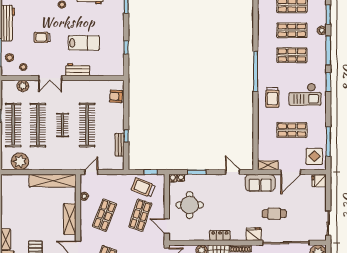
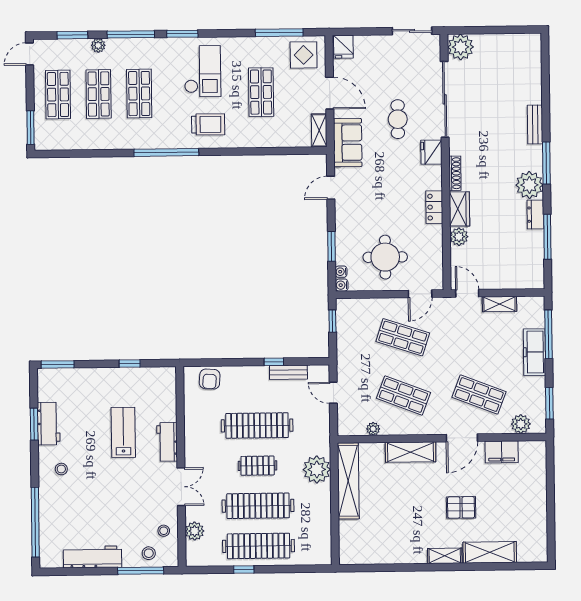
trolley: (42, 37) -> (115, 500), removed
plant: (20, 161) -> (317, 469), moved
door: (91, 172) -> (333, 393), moved
trolley: (143, 187) -> (357, 333), removed

